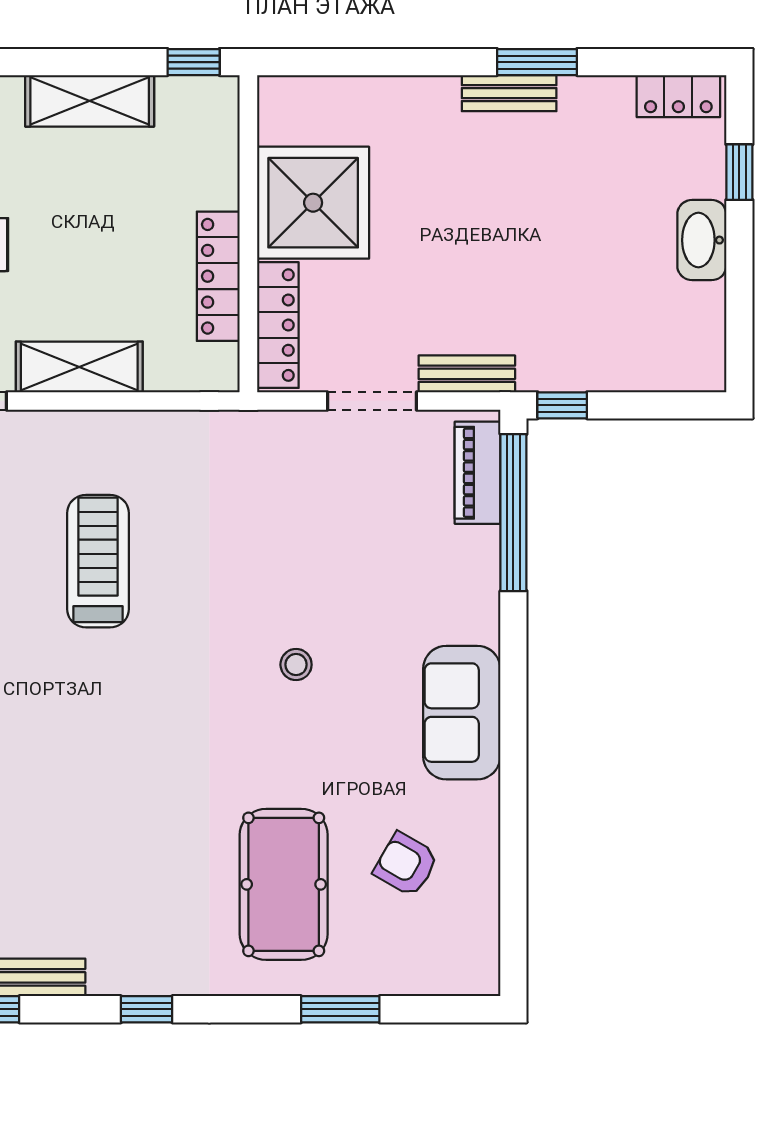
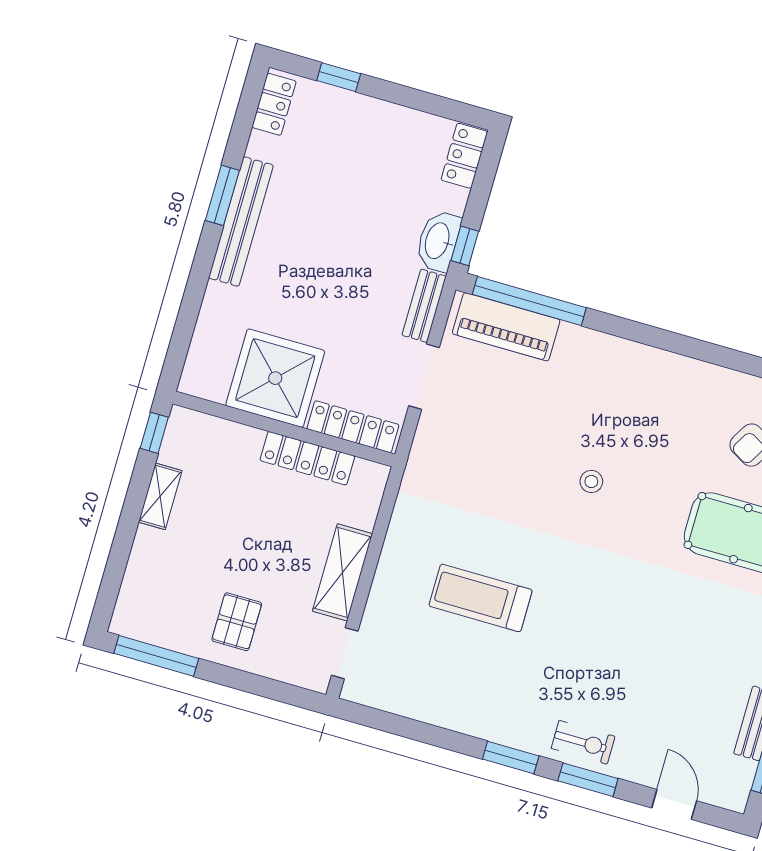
bench: (509, 93) -> (241, 222), width x1.86, depth x1.21
shelving: (90, 101) -> (160, 496), width x0.67, depth x0.75
washbasin: (702, 240) -> (438, 241), moved, turned 90
locker: (683, 370) -> (464, 156), added
piano: (478, 473) -> (506, 327), width x1.37, depth x1.33
sofa: (462, 713) -> (657, 376), removed

